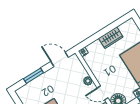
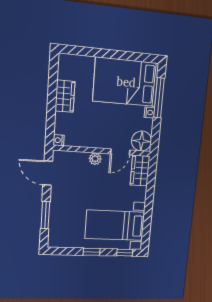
door: (60, 59) -> (48, 173), hinge flipped

